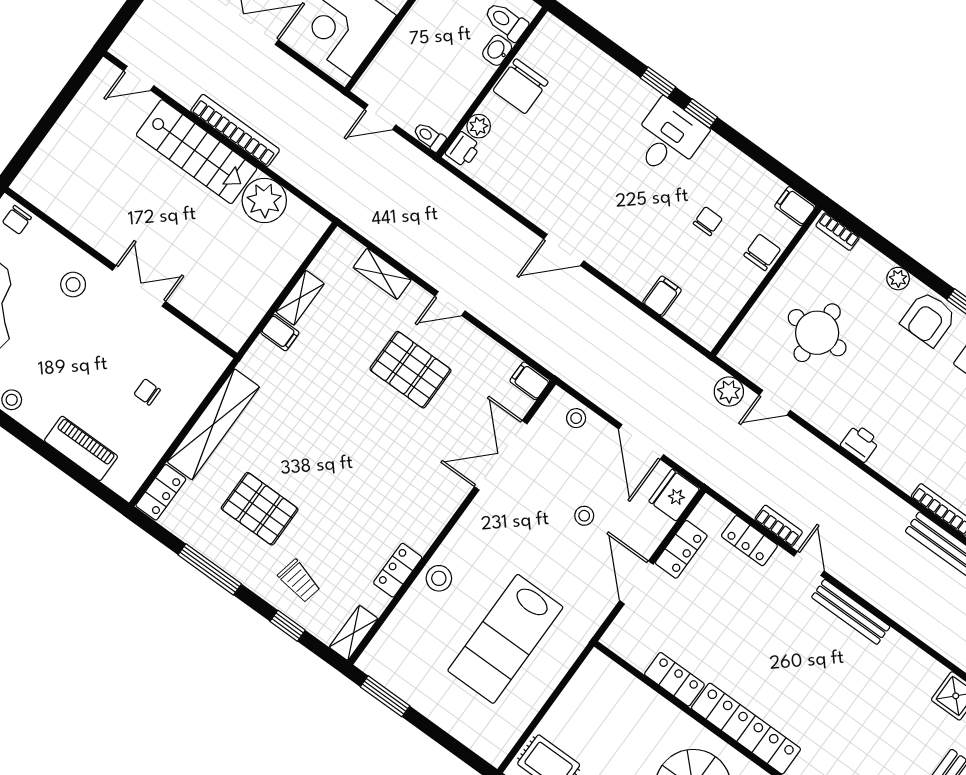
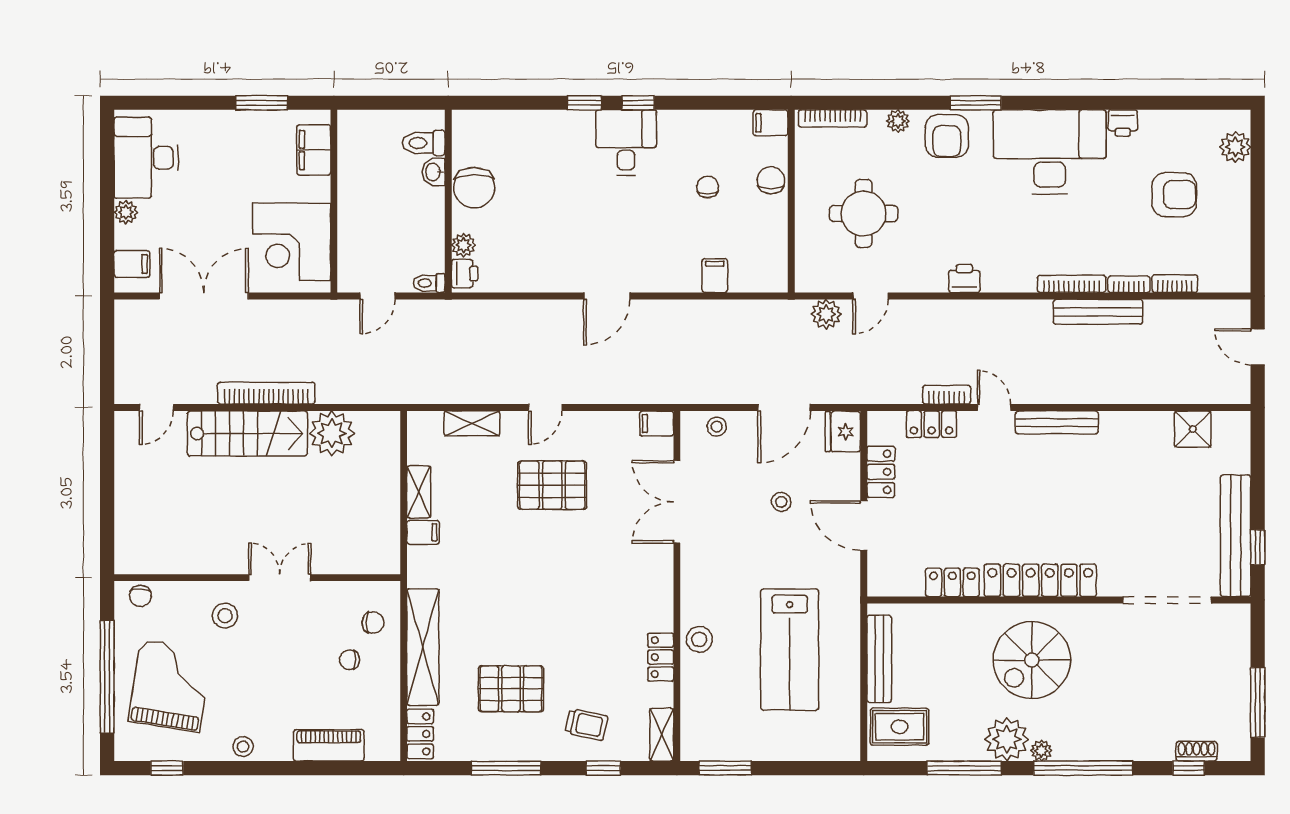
bookcase: (838, 232) -> (833, 118), width x1.56
chair: (188, 376) -> (373, 623), added
door: (641, 442) -> (784, 408), hinge flipped
bench: (572, 698) -> (879, 659), added

